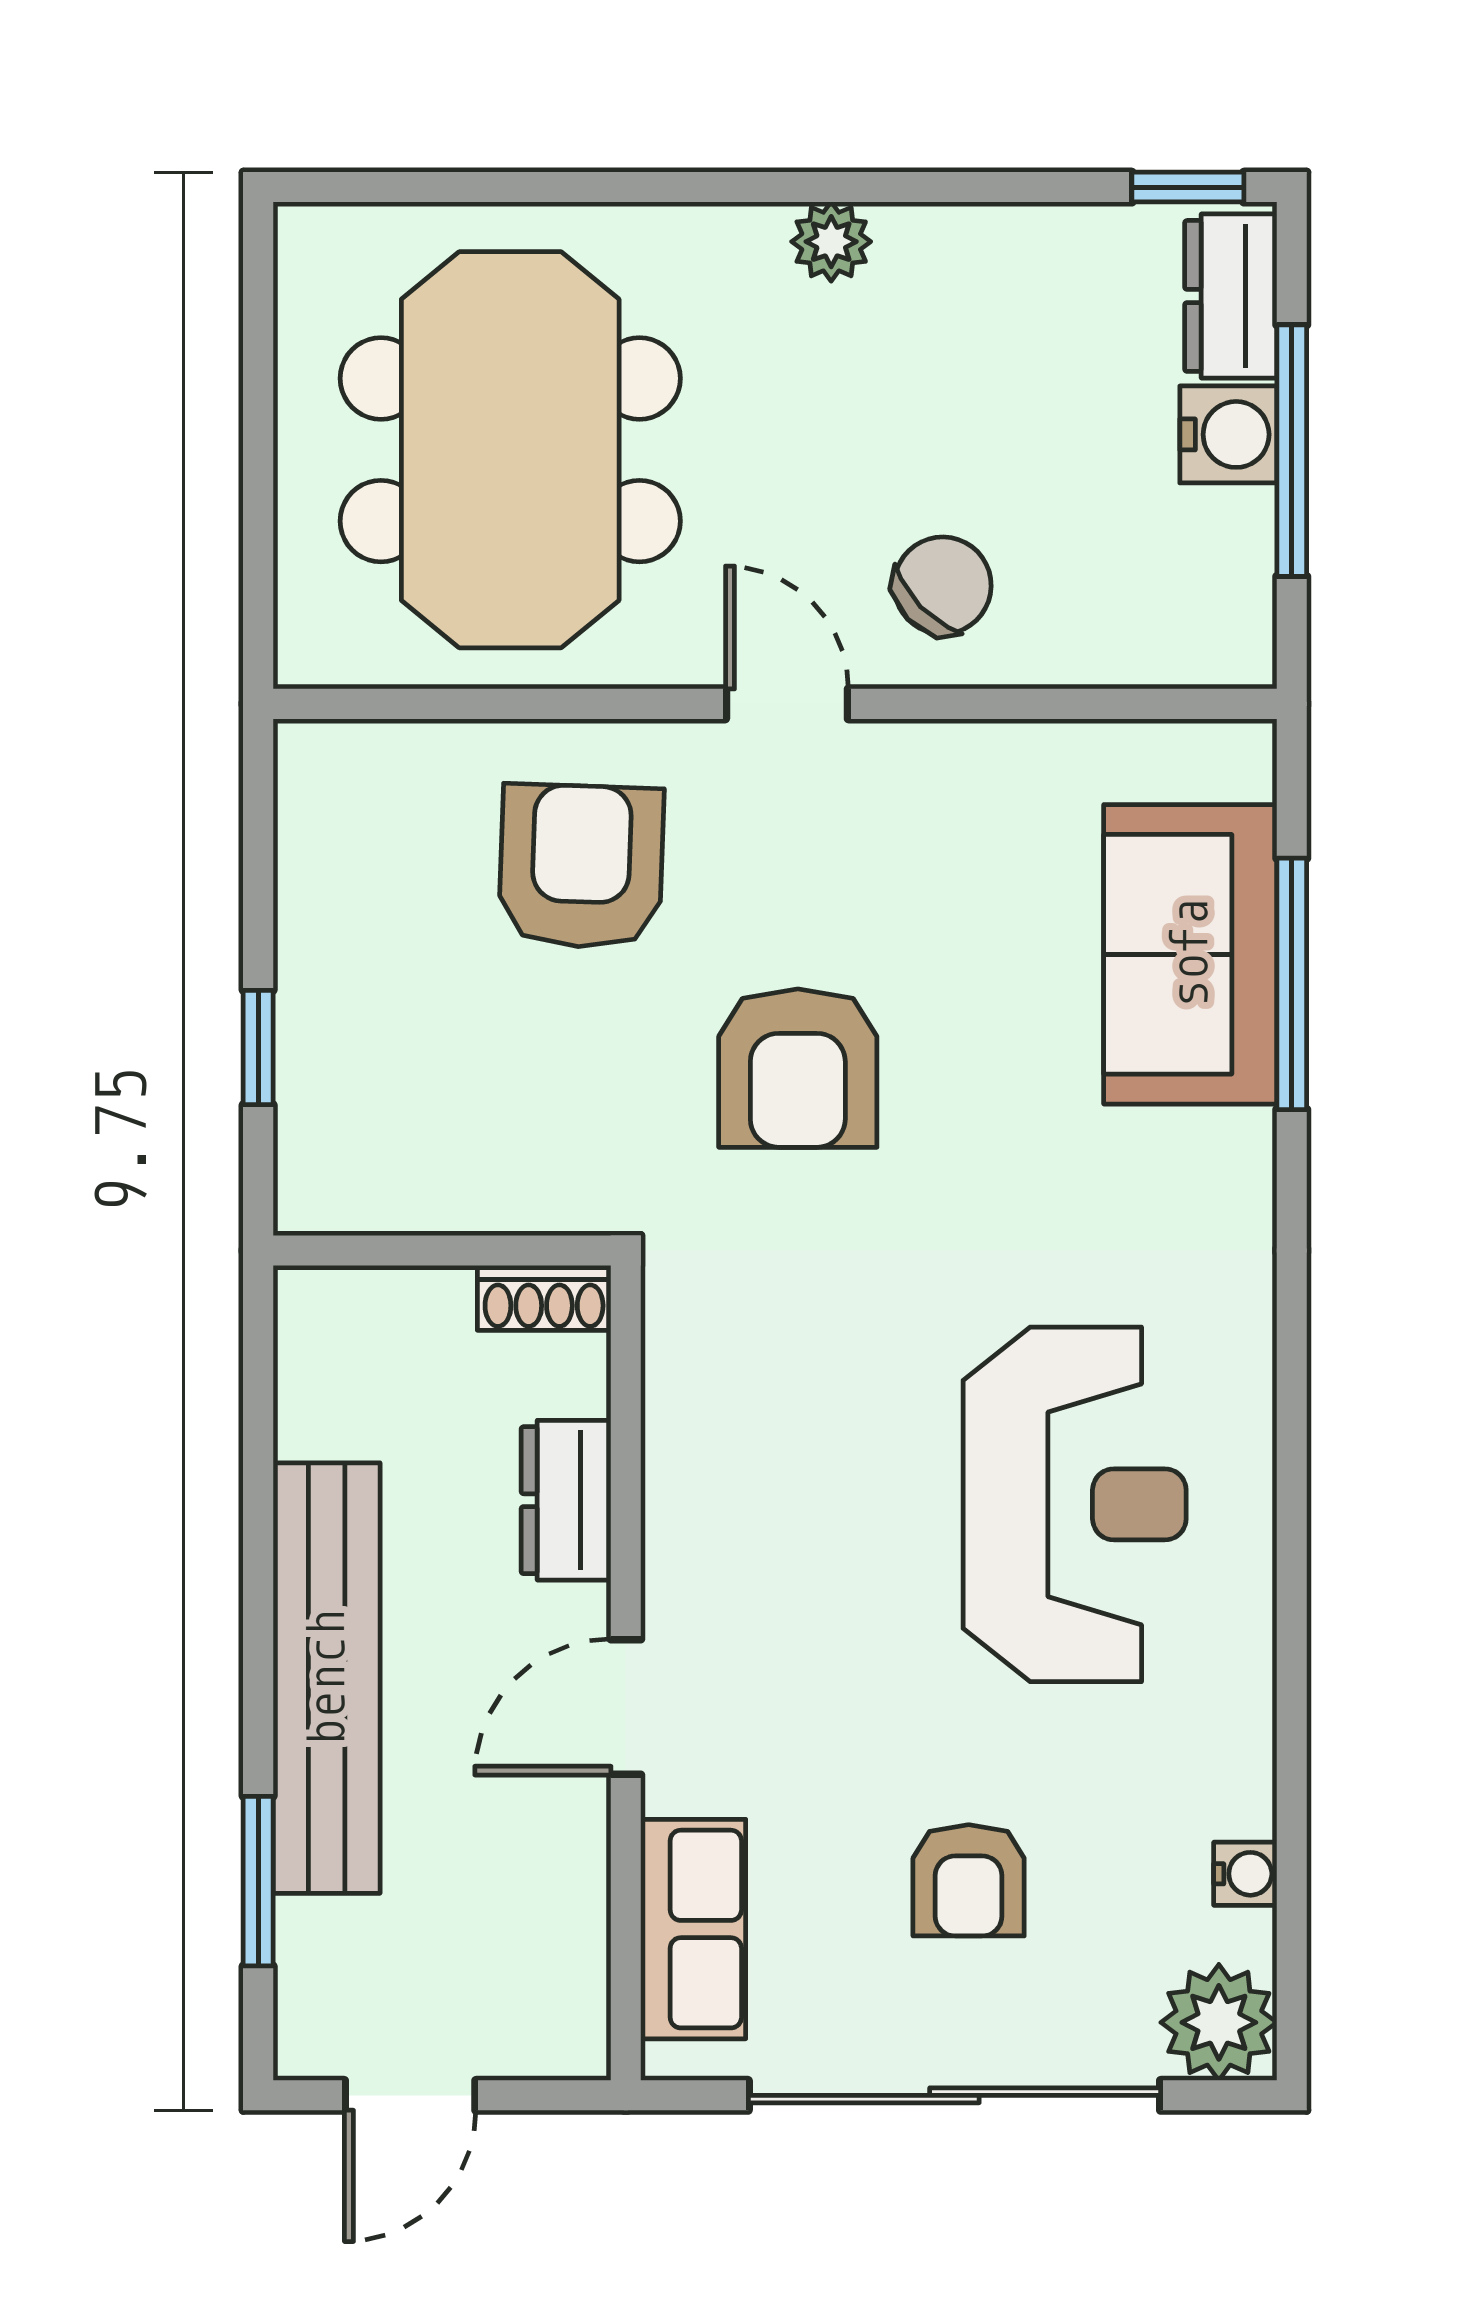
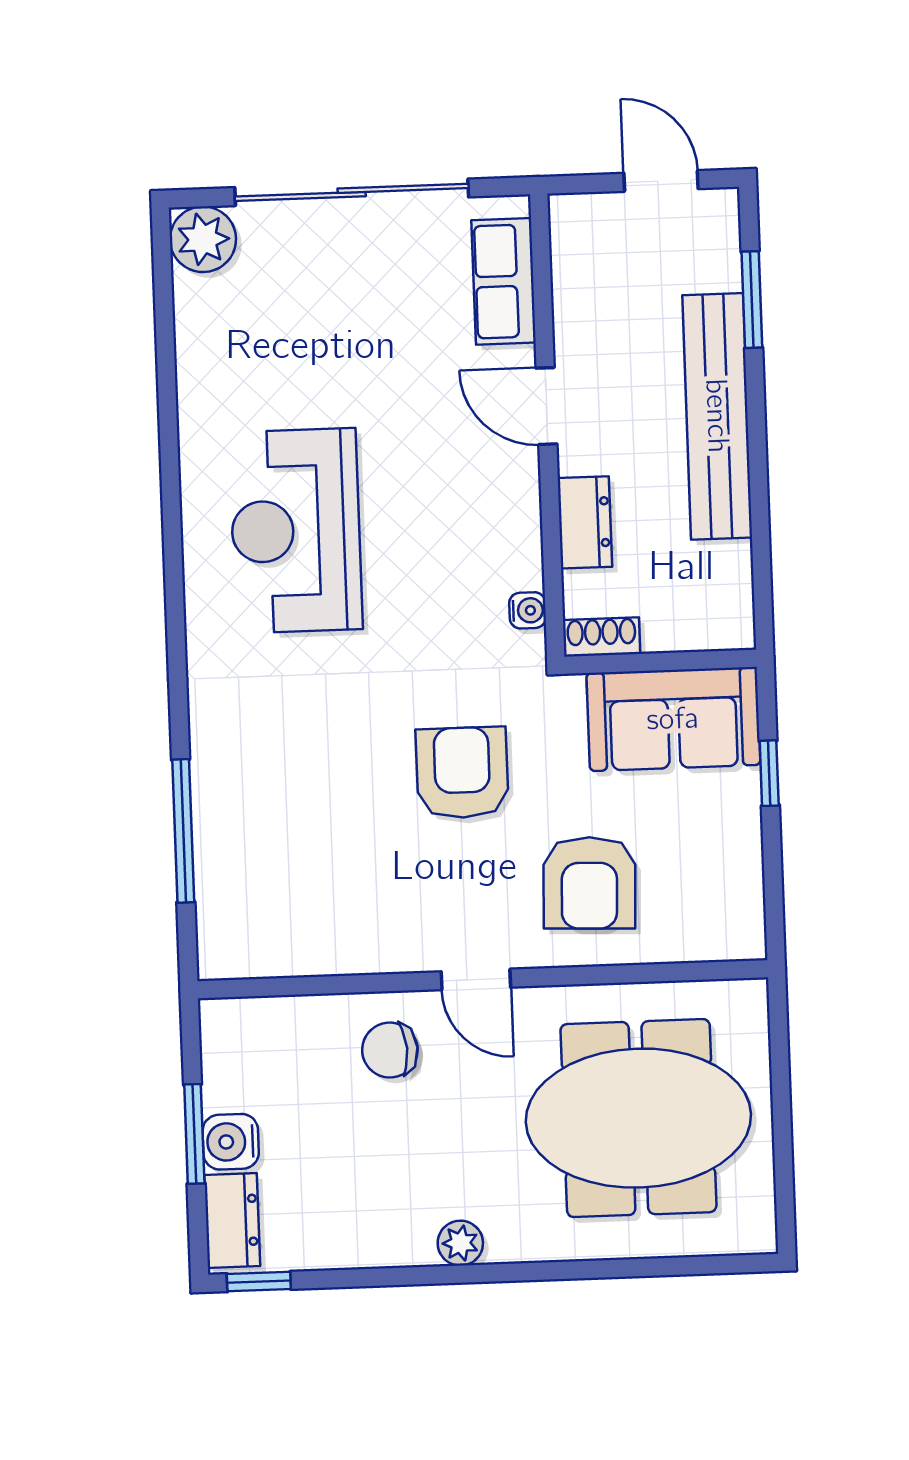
meeting table: (510, 450) -> (638, 1118), turned 90
window: (1292, 451) -> (194, 1134), width x0.69
chair: (943, 585) -> (390, 1050), turned 40
sofa: (1190, 954) -> (673, 719), moved, turned 90
door: (626, 1707) -> (547, 406), swing flipped
water cooler: (1245, 1874) -> (528, 610), moved, turned 180
armchair: (969, 1880) -> (348, 315), removed
door: (410, 2095) -> (661, 181), hinge flipped

